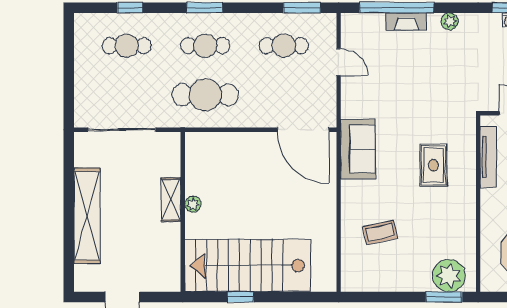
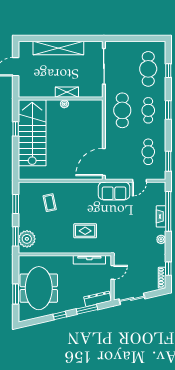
cafe table: (127, 46) -> (148, 69), width x1.37, depth x1.35
sofa: (358, 149) -> (114, 191), moved
window: (383, 297) -> (16, 204), added

